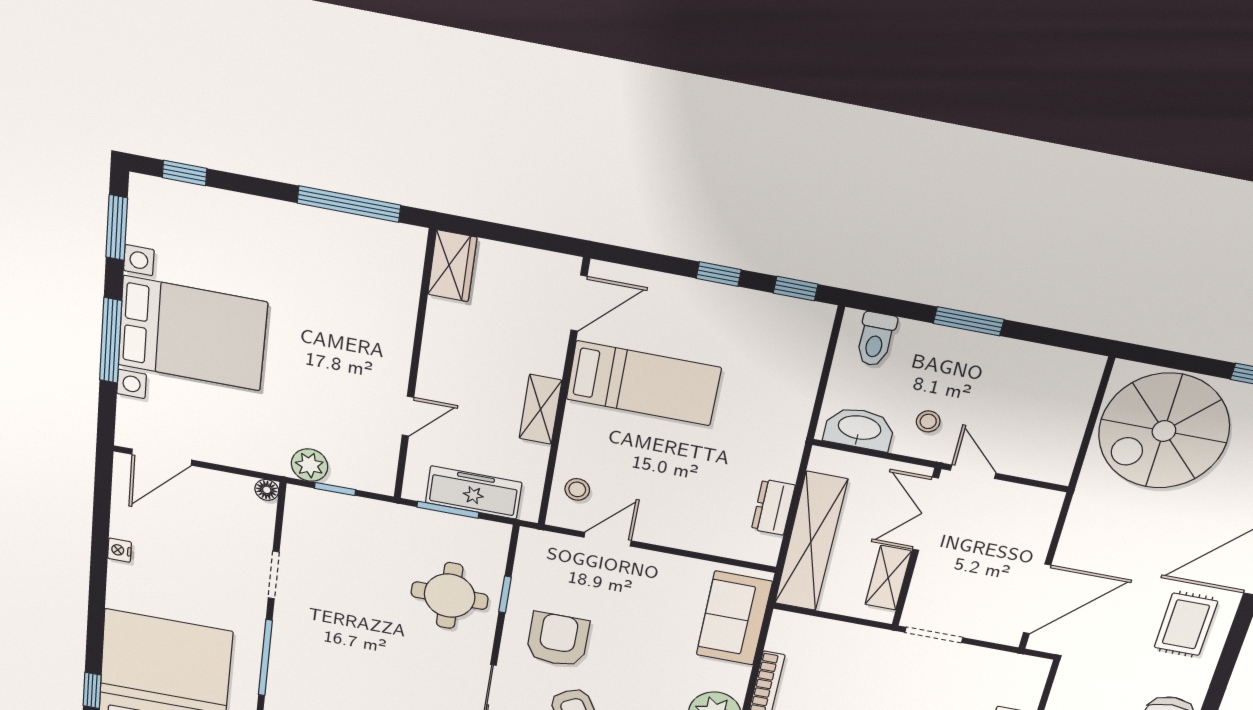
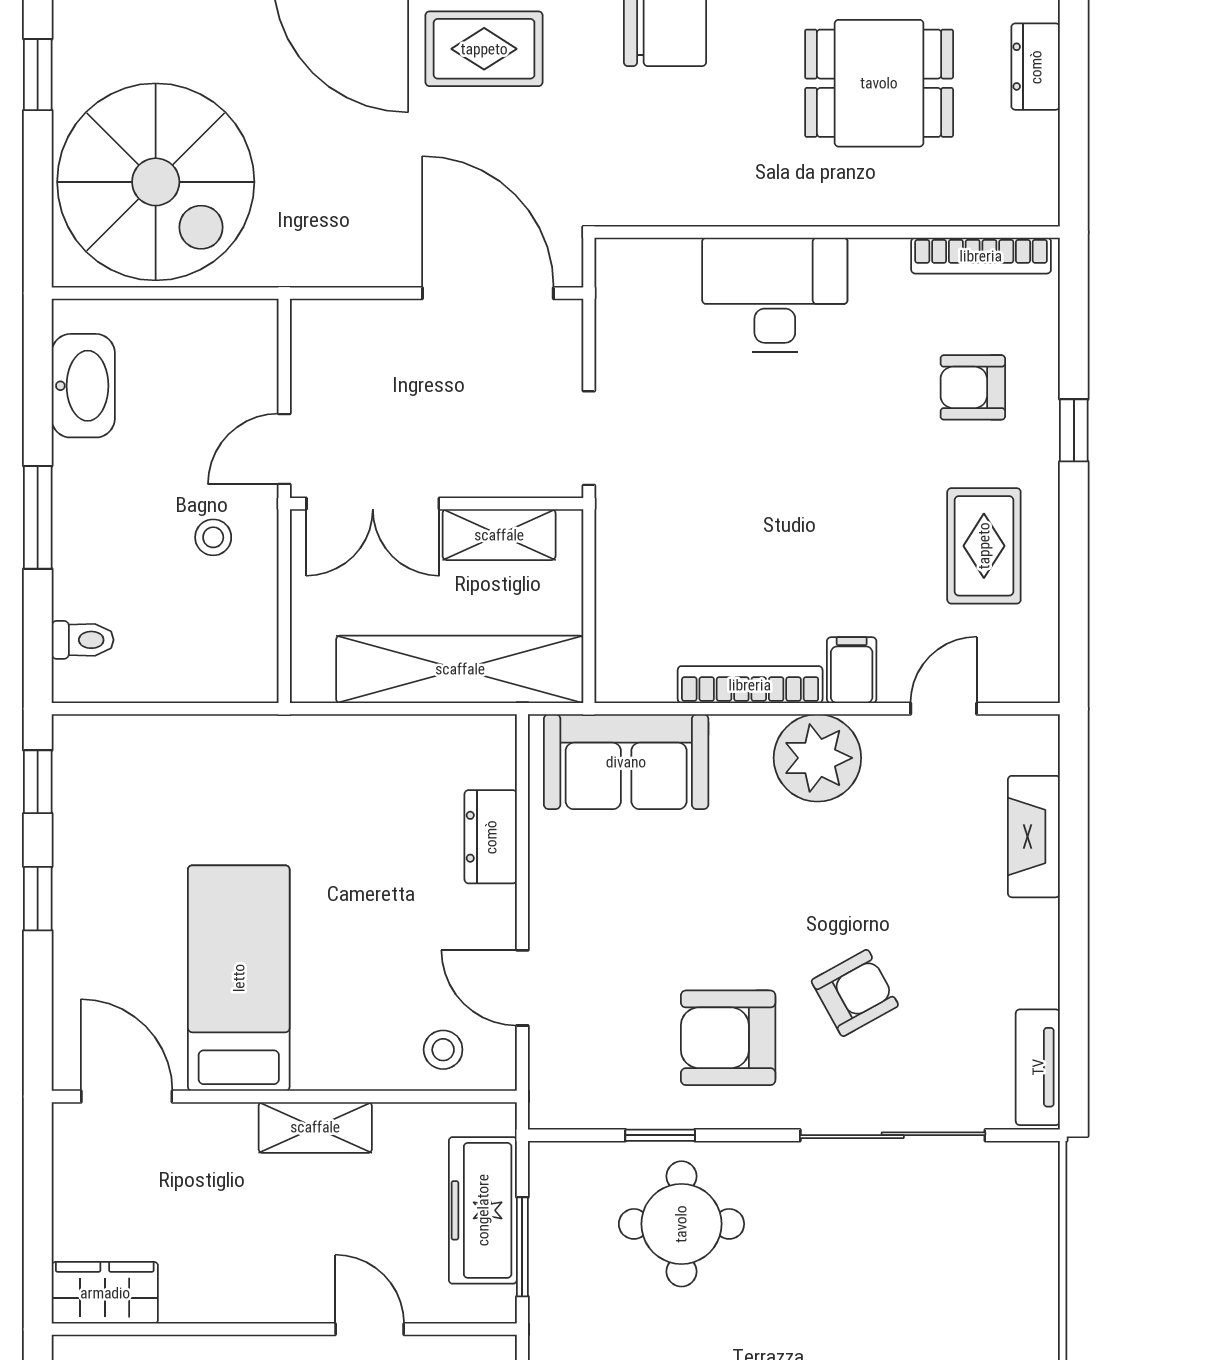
toilet: (876, 339) -> (83, 640), width x0.73, depth x0.72
washbasin: (859, 429) -> (83, 386), moved, turned 180
dresser: (773, 507) -> (491, 837), moved, turned 90

